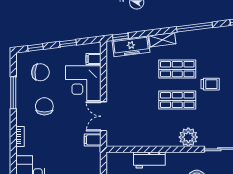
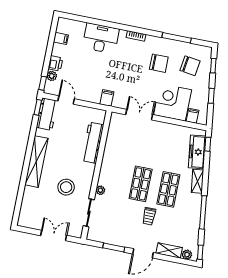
chair: (40, 72) -> (190, 66), turned -87
plant: (188, 137) -> (100, 190), width x0.53, depth x0.53
filing cabinet: (93, 140) -> (107, 98), moved
workbench: (149, 160) -> (93, 143), width x1.38

